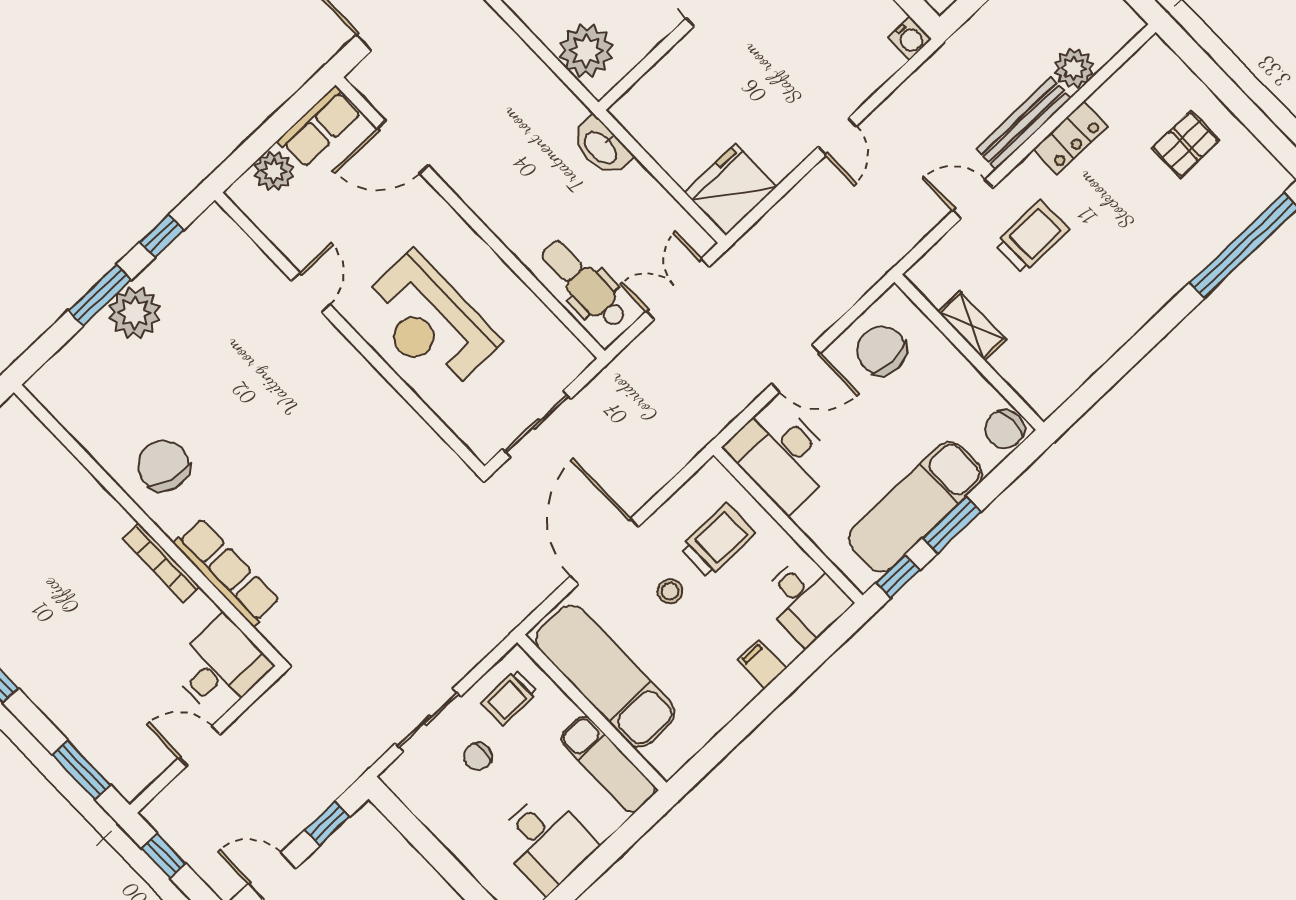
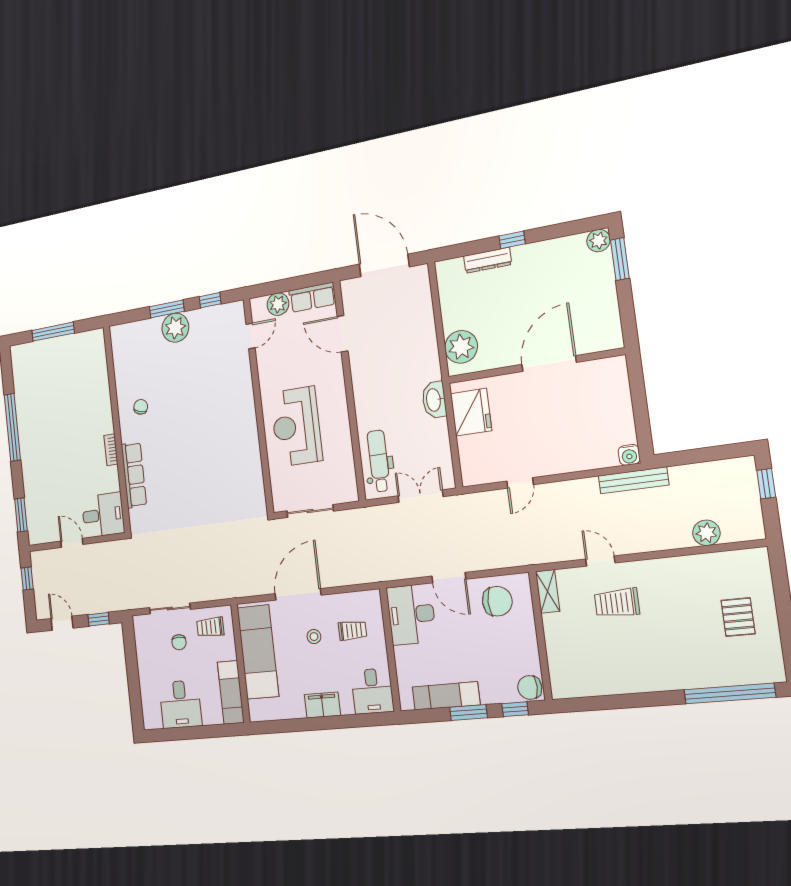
bench: (1023, 124) -> (633, 480), moved
door: (837, 137) -> (520, 483), moved
locker: (1070, 138) -> (677, 568), removed
pallet: (1186, 144) -> (738, 617), turned 90
fridge: (731, 190) -> (471, 412), moved, turned 90
trolley: (1032, 237) -> (617, 603), turned 180
door: (311, 293) -> (251, 336), moved
shelving: (972, 326) -> (548, 591), moved
chair: (882, 350) -> (497, 601), turned 90
chair: (164, 466) -> (141, 407), width x0.54, depth x0.54
exam couch: (915, 507) -> (446, 696), width x0.73, depth x0.69
trolley: (718, 540) -> (352, 630), width x0.73, depth x0.72
bookcase: (161, 563) -> (111, 450), width x0.64
window: (898, 576) -> (515, 709), moved
filing cabinet: (762, 664) -> (322, 705), width x2.00
chair: (478, 757) -> (179, 642), turned -90

